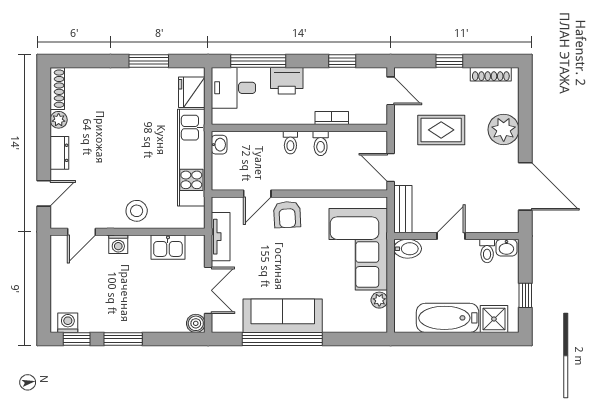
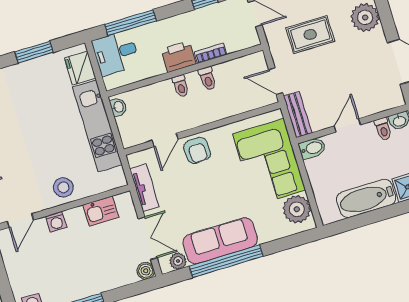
printer: (287, 81) -> (178, 57), moved, turned 180
plant: (379, 300) -> (297, 209), width x1.88, depth x1.88
plant: (232, 324) -> (178, 261), added

